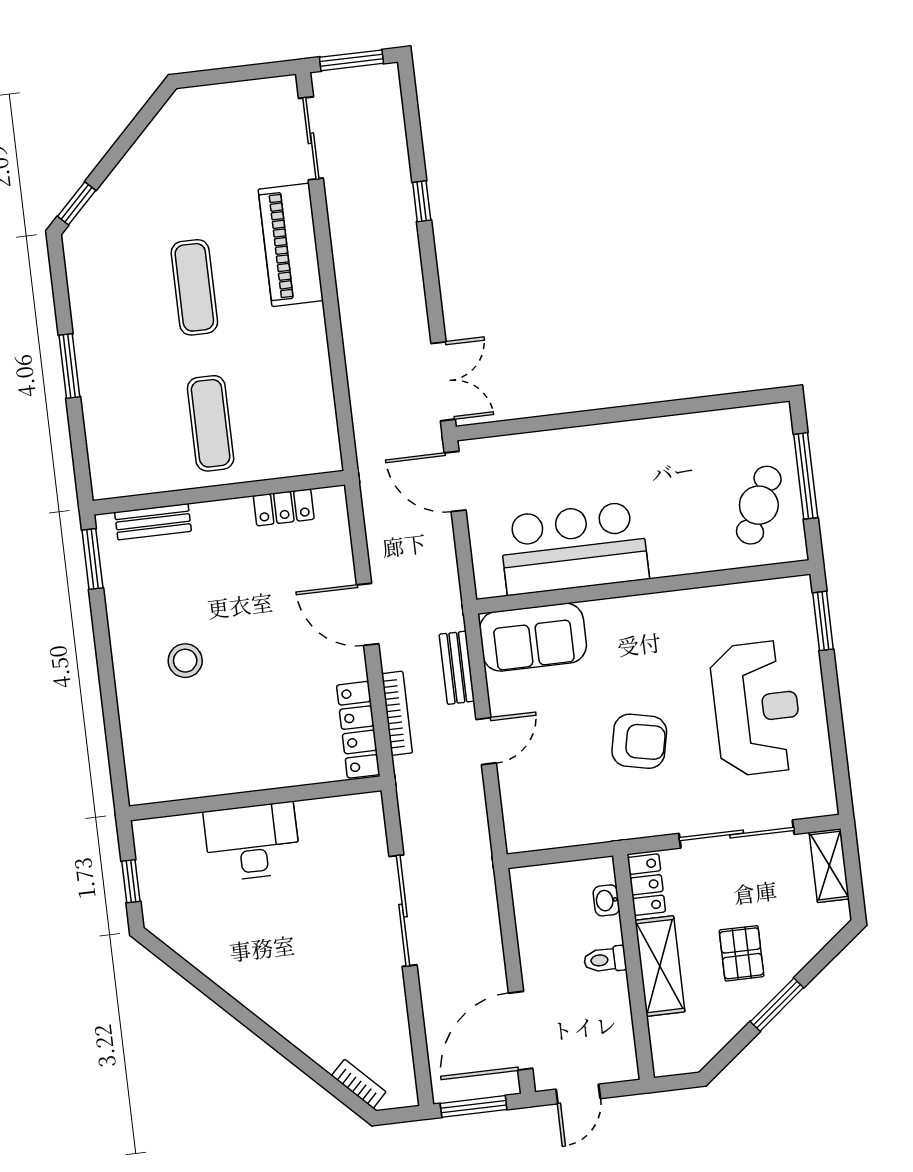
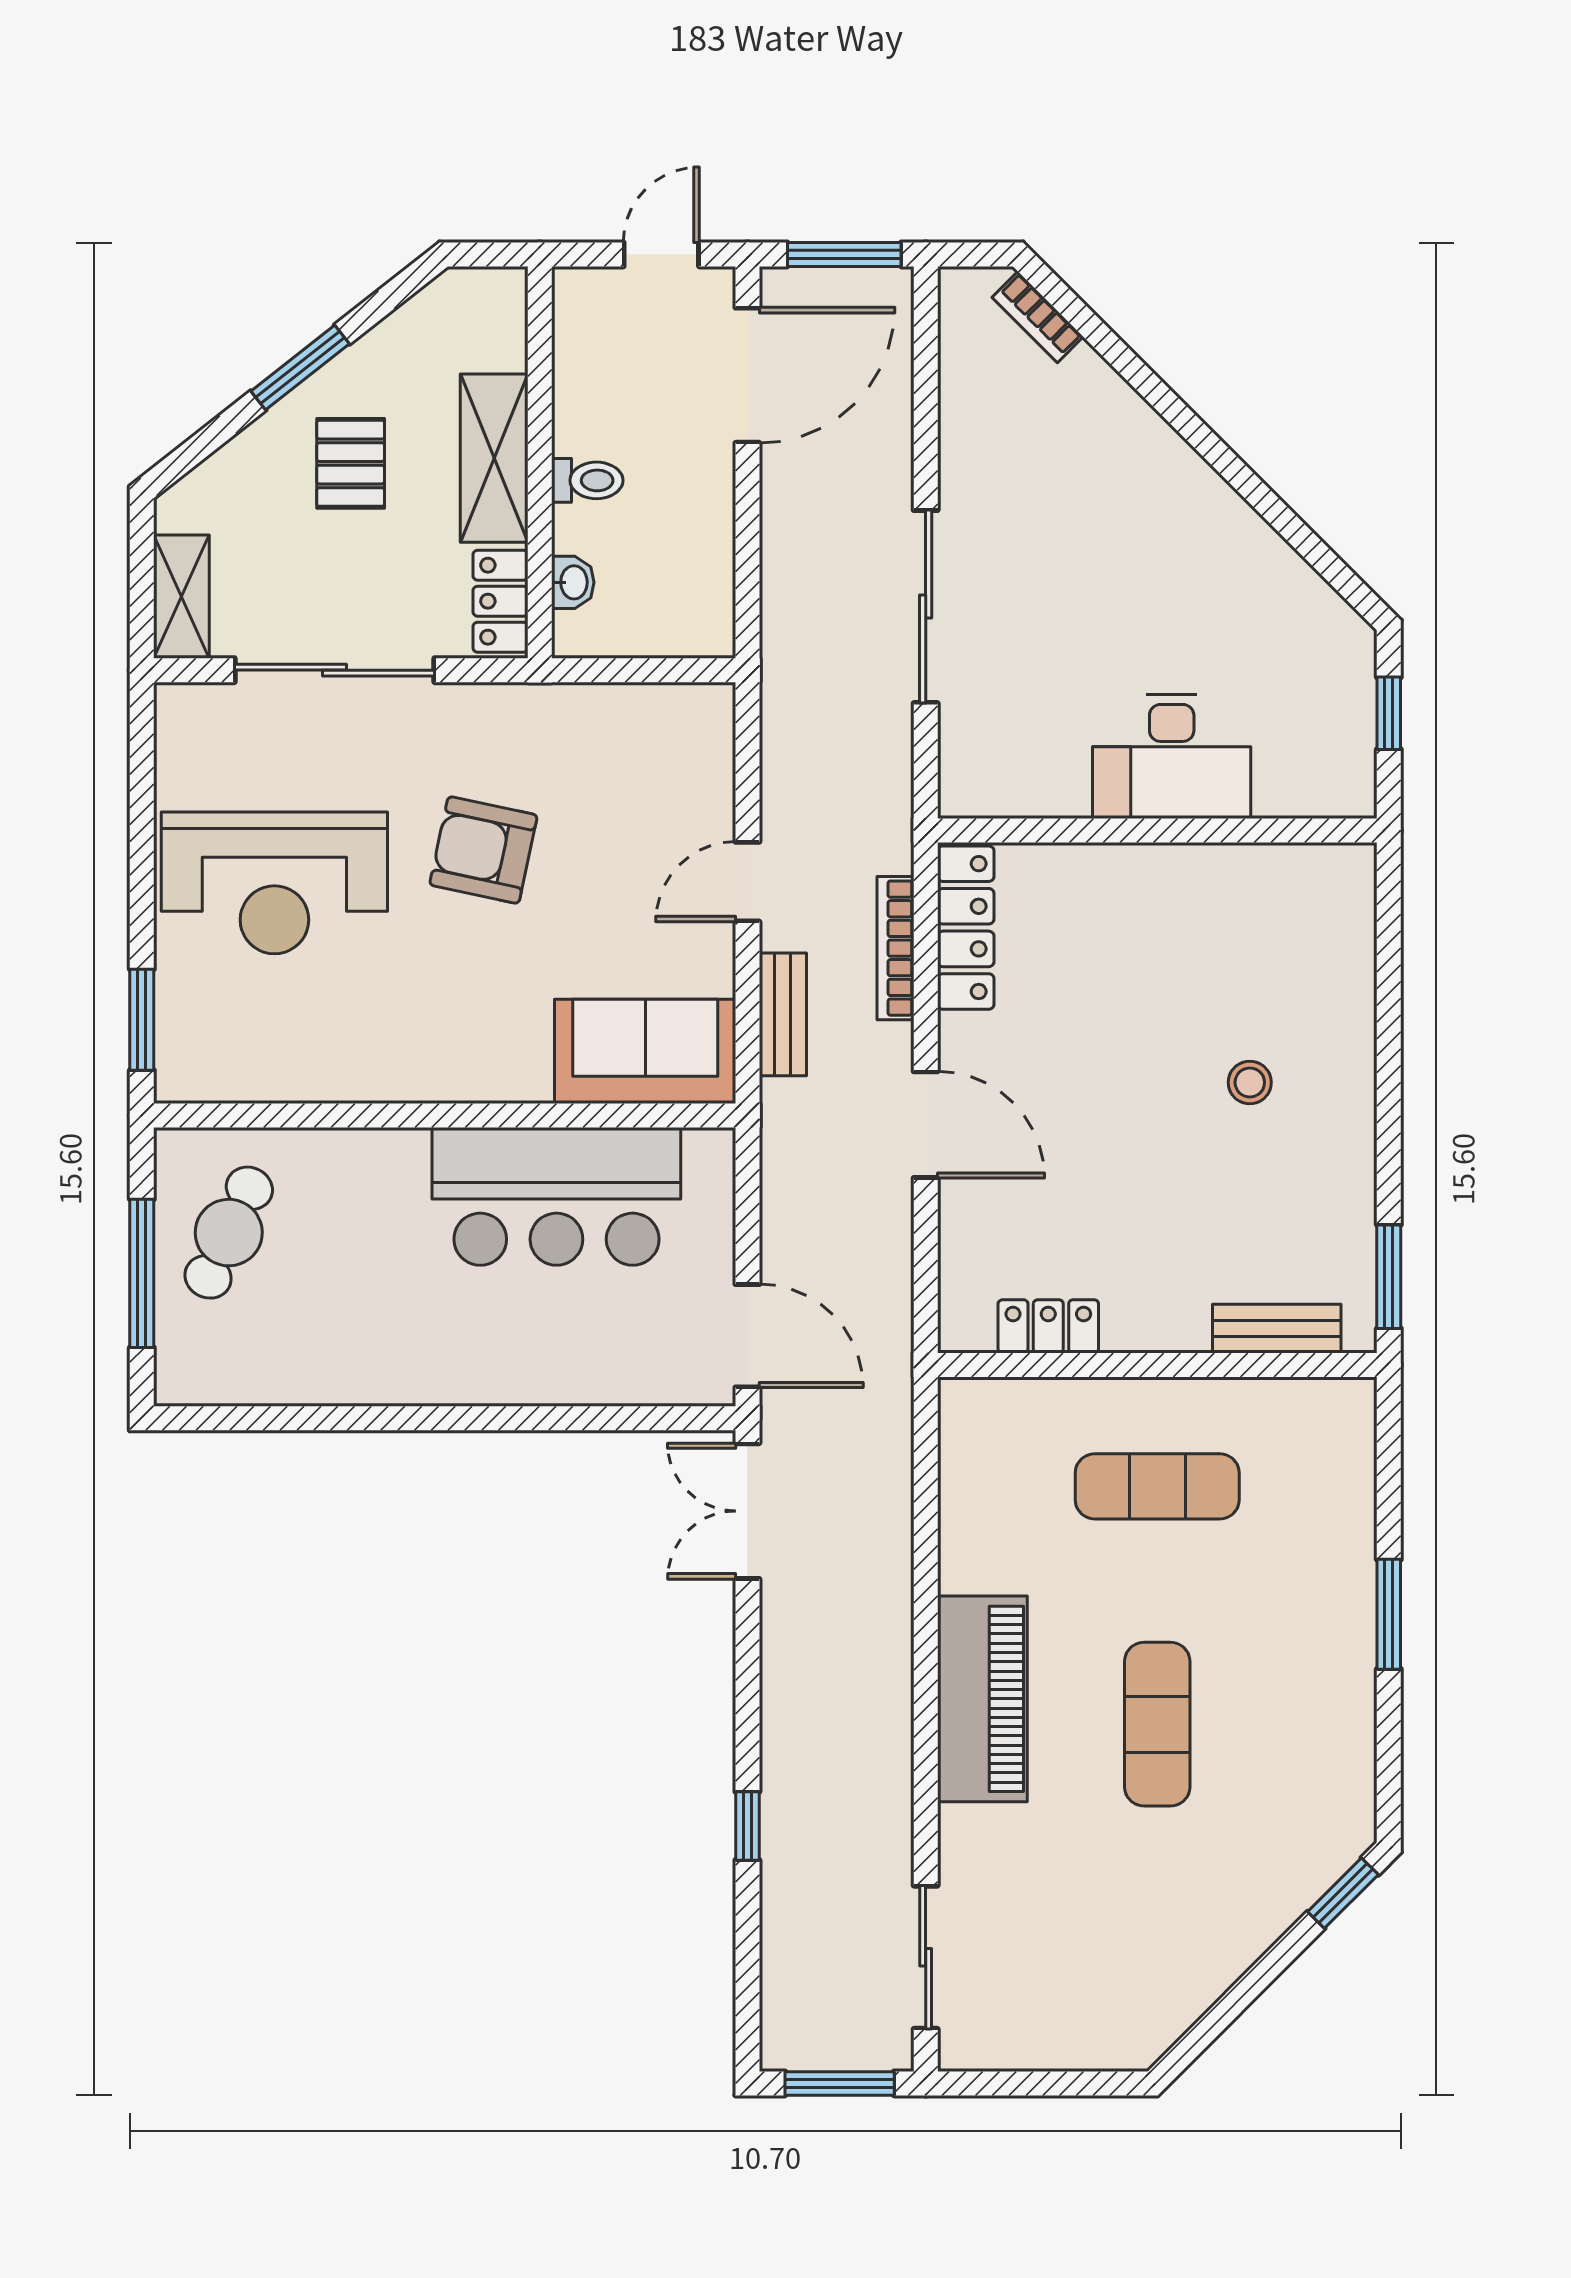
piano: (291, 245) -> (982, 1699), moved
exercise mat: (211, 423) -> (1157, 1486), turned 90
stool: (185, 661) -> (1250, 1082), width x0.73, depth x0.73
reception desk: (756, 708) -> (274, 883), turned -90

